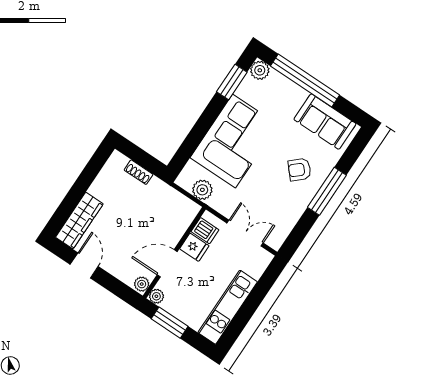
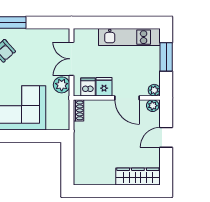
shoe rack: (139, 172) -> (79, 110), moved
plant: (202, 190) -> (62, 85), moved
door: (84, 265) -> (166, 137), moved
window: (170, 323) -> (166, 57), moved

